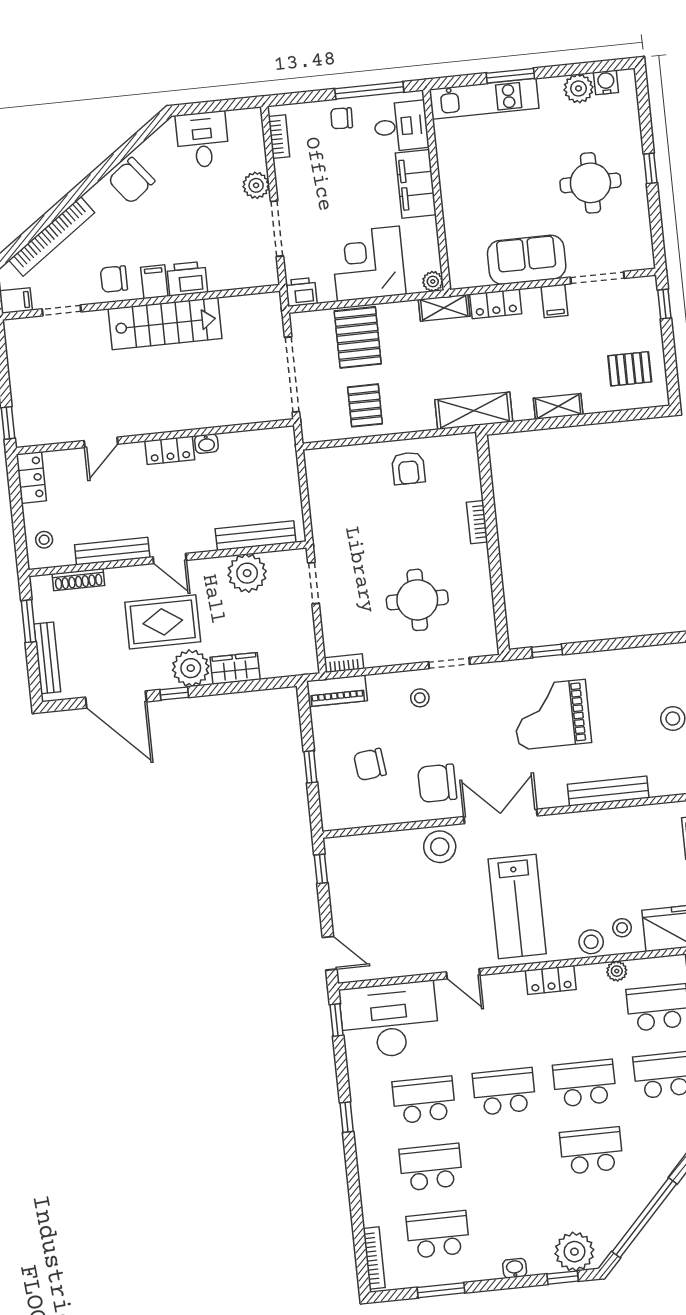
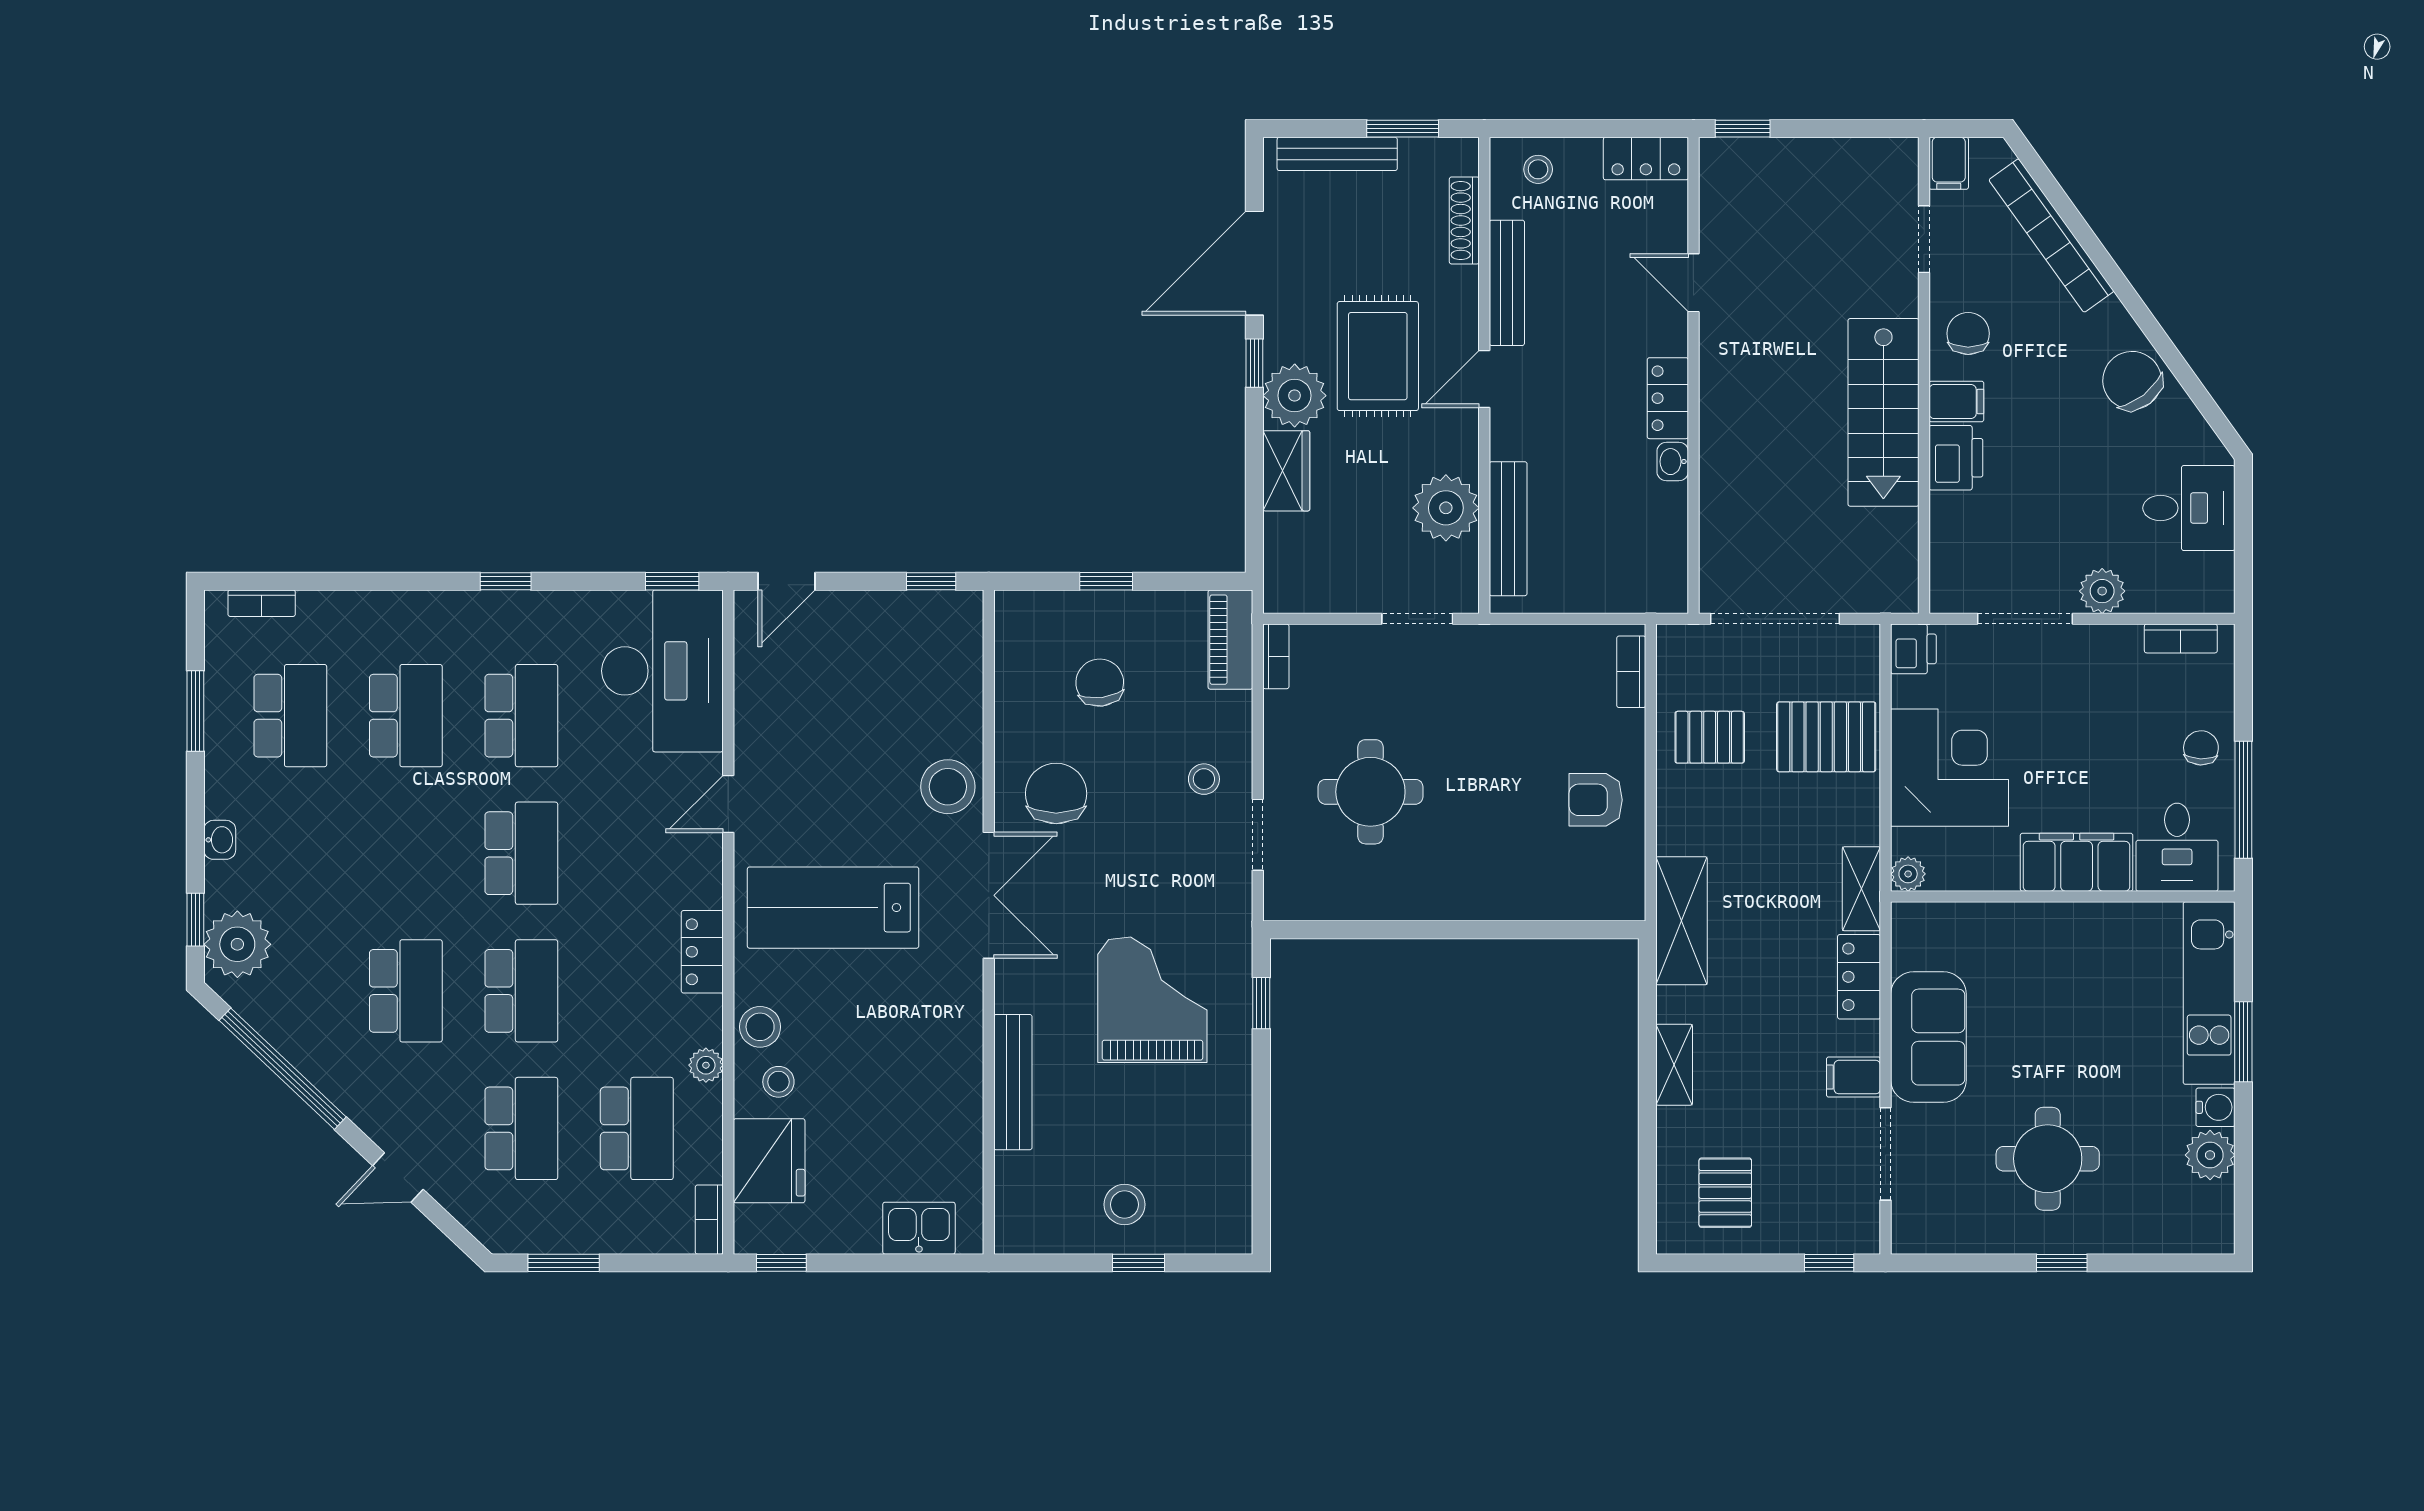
water cooler: (606, 82) -> (2215, 1107), moved
bookcase: (477, 522) -> (1631, 672), moved, turned -90
bookcase: (374, 1258) -> (262, 603), width x0.64

